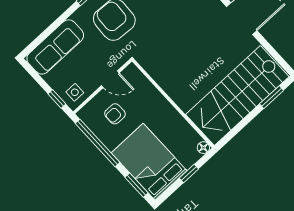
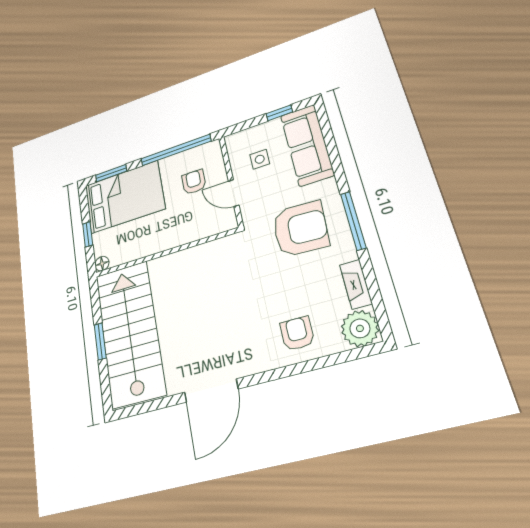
door: (110, 79) -> (234, 193), hinge flipped
side table: (75, 92) -> (260, 159), moved
window: (272, 97) -> (100, 341), moved
window: (57, 99) -> (279, 113), moved

